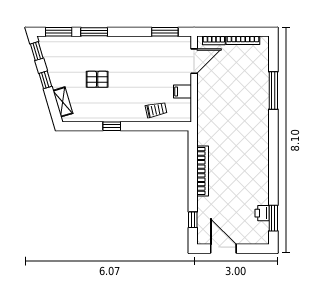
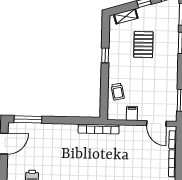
pallet: (97, 79) -> (143, 45), width x1.50, depth x1.42
bookcase: (203, 171) -> (99, 129), moved
window: (193, 220) -> (28, 119), width x2.17

